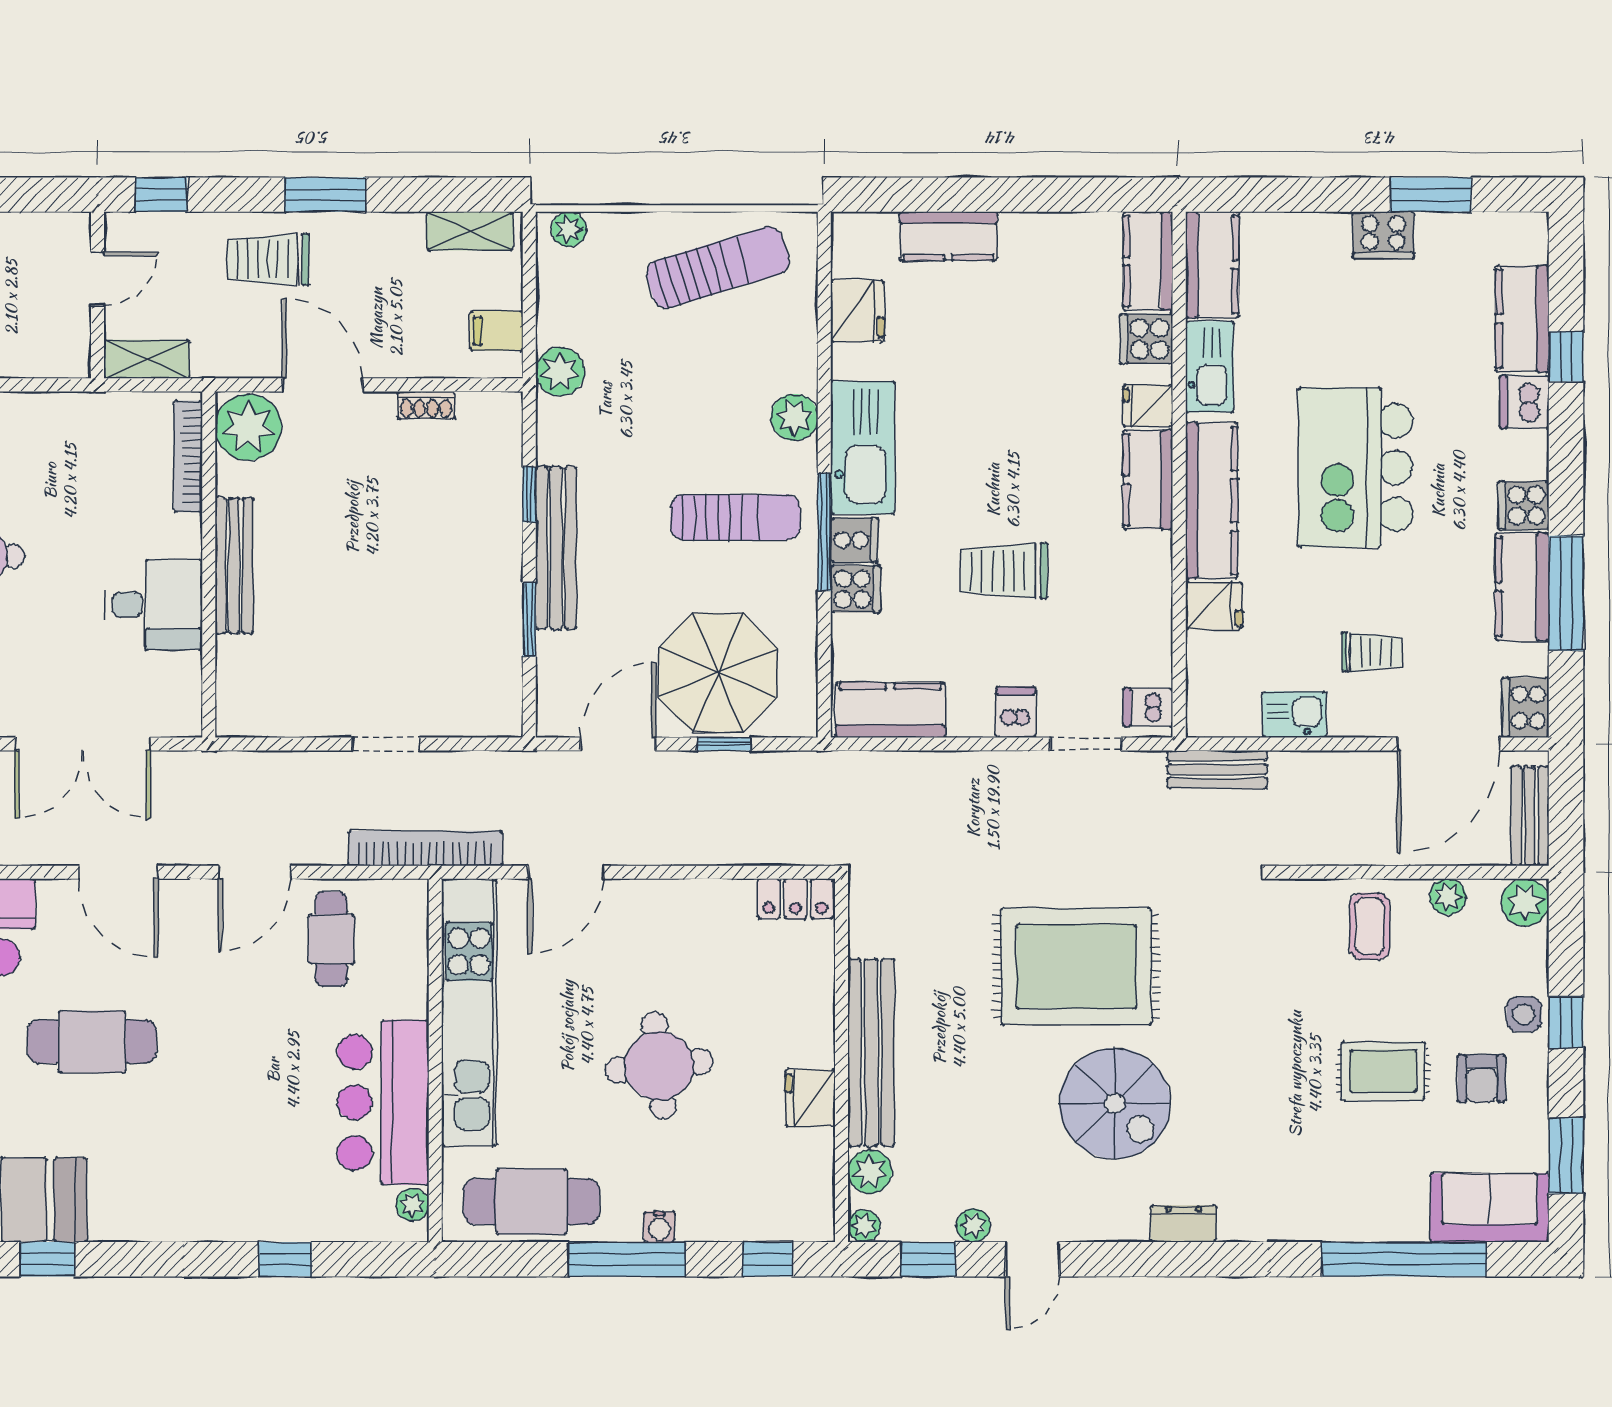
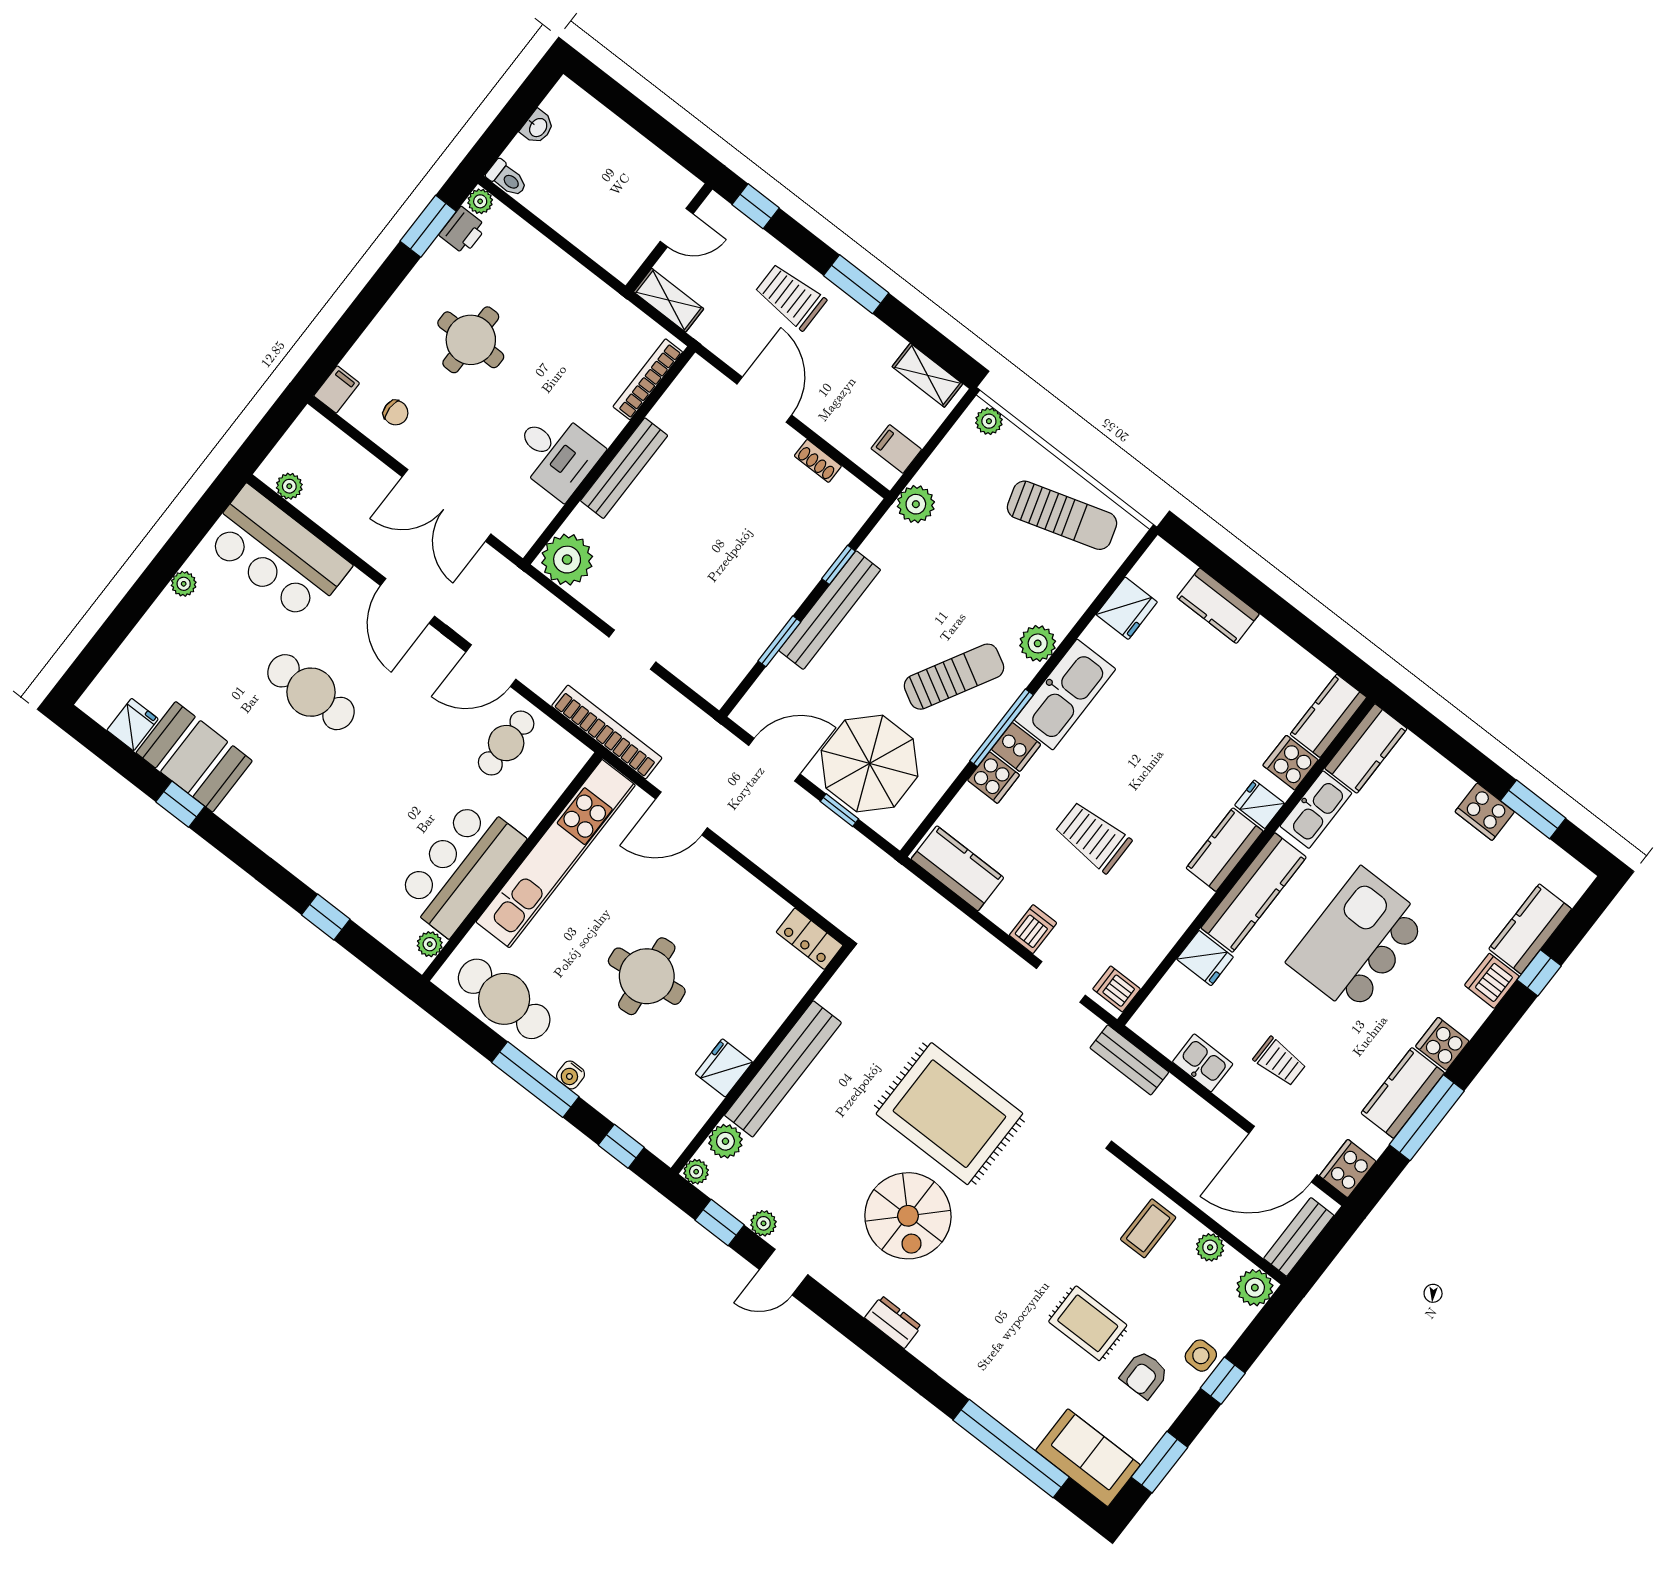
plant: (248, 427) -> (567, 560), moved
sun lounger: (735, 517) -> (954, 677), turned -61

